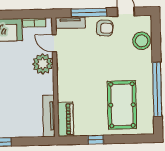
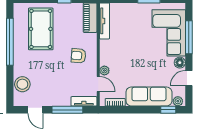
armchair: (105, 28) -> (79, 56), moved
plant: (43, 64) -> (104, 71), width x0.53, depth x0.53

